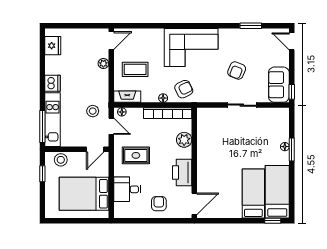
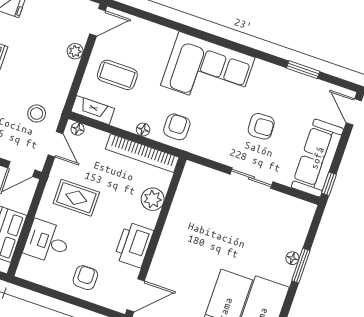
armchair: (237, 70) -> (261, 126), turned -115
sofa: (279, 85) -> (317, 158), width x1.36
armchair: (184, 89) -> (177, 127), turned -64

